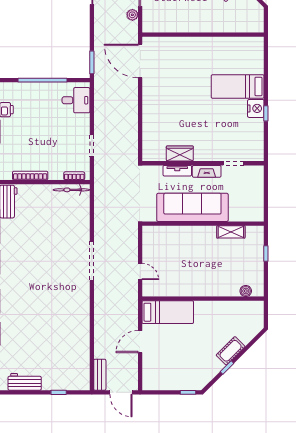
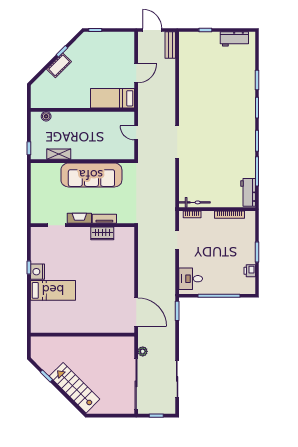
sofa: (192, 207) -> (91, 175), moved
wall: (203, 224) -> (82, 161), moved
shelving: (231, 232) -> (59, 154), moved

